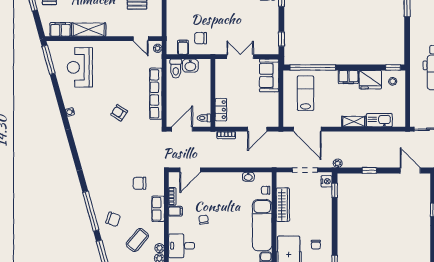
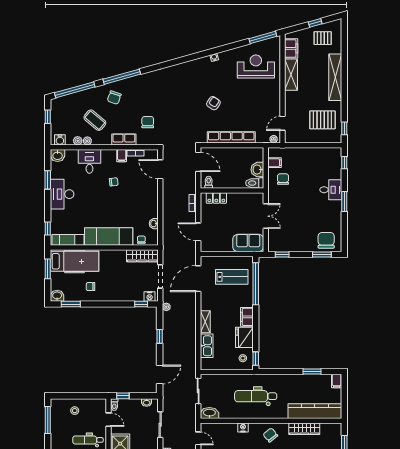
toilet: (176, 69) -> (255, 183), moved
wardrobe: (283, 205) -> (142, 256), moved

